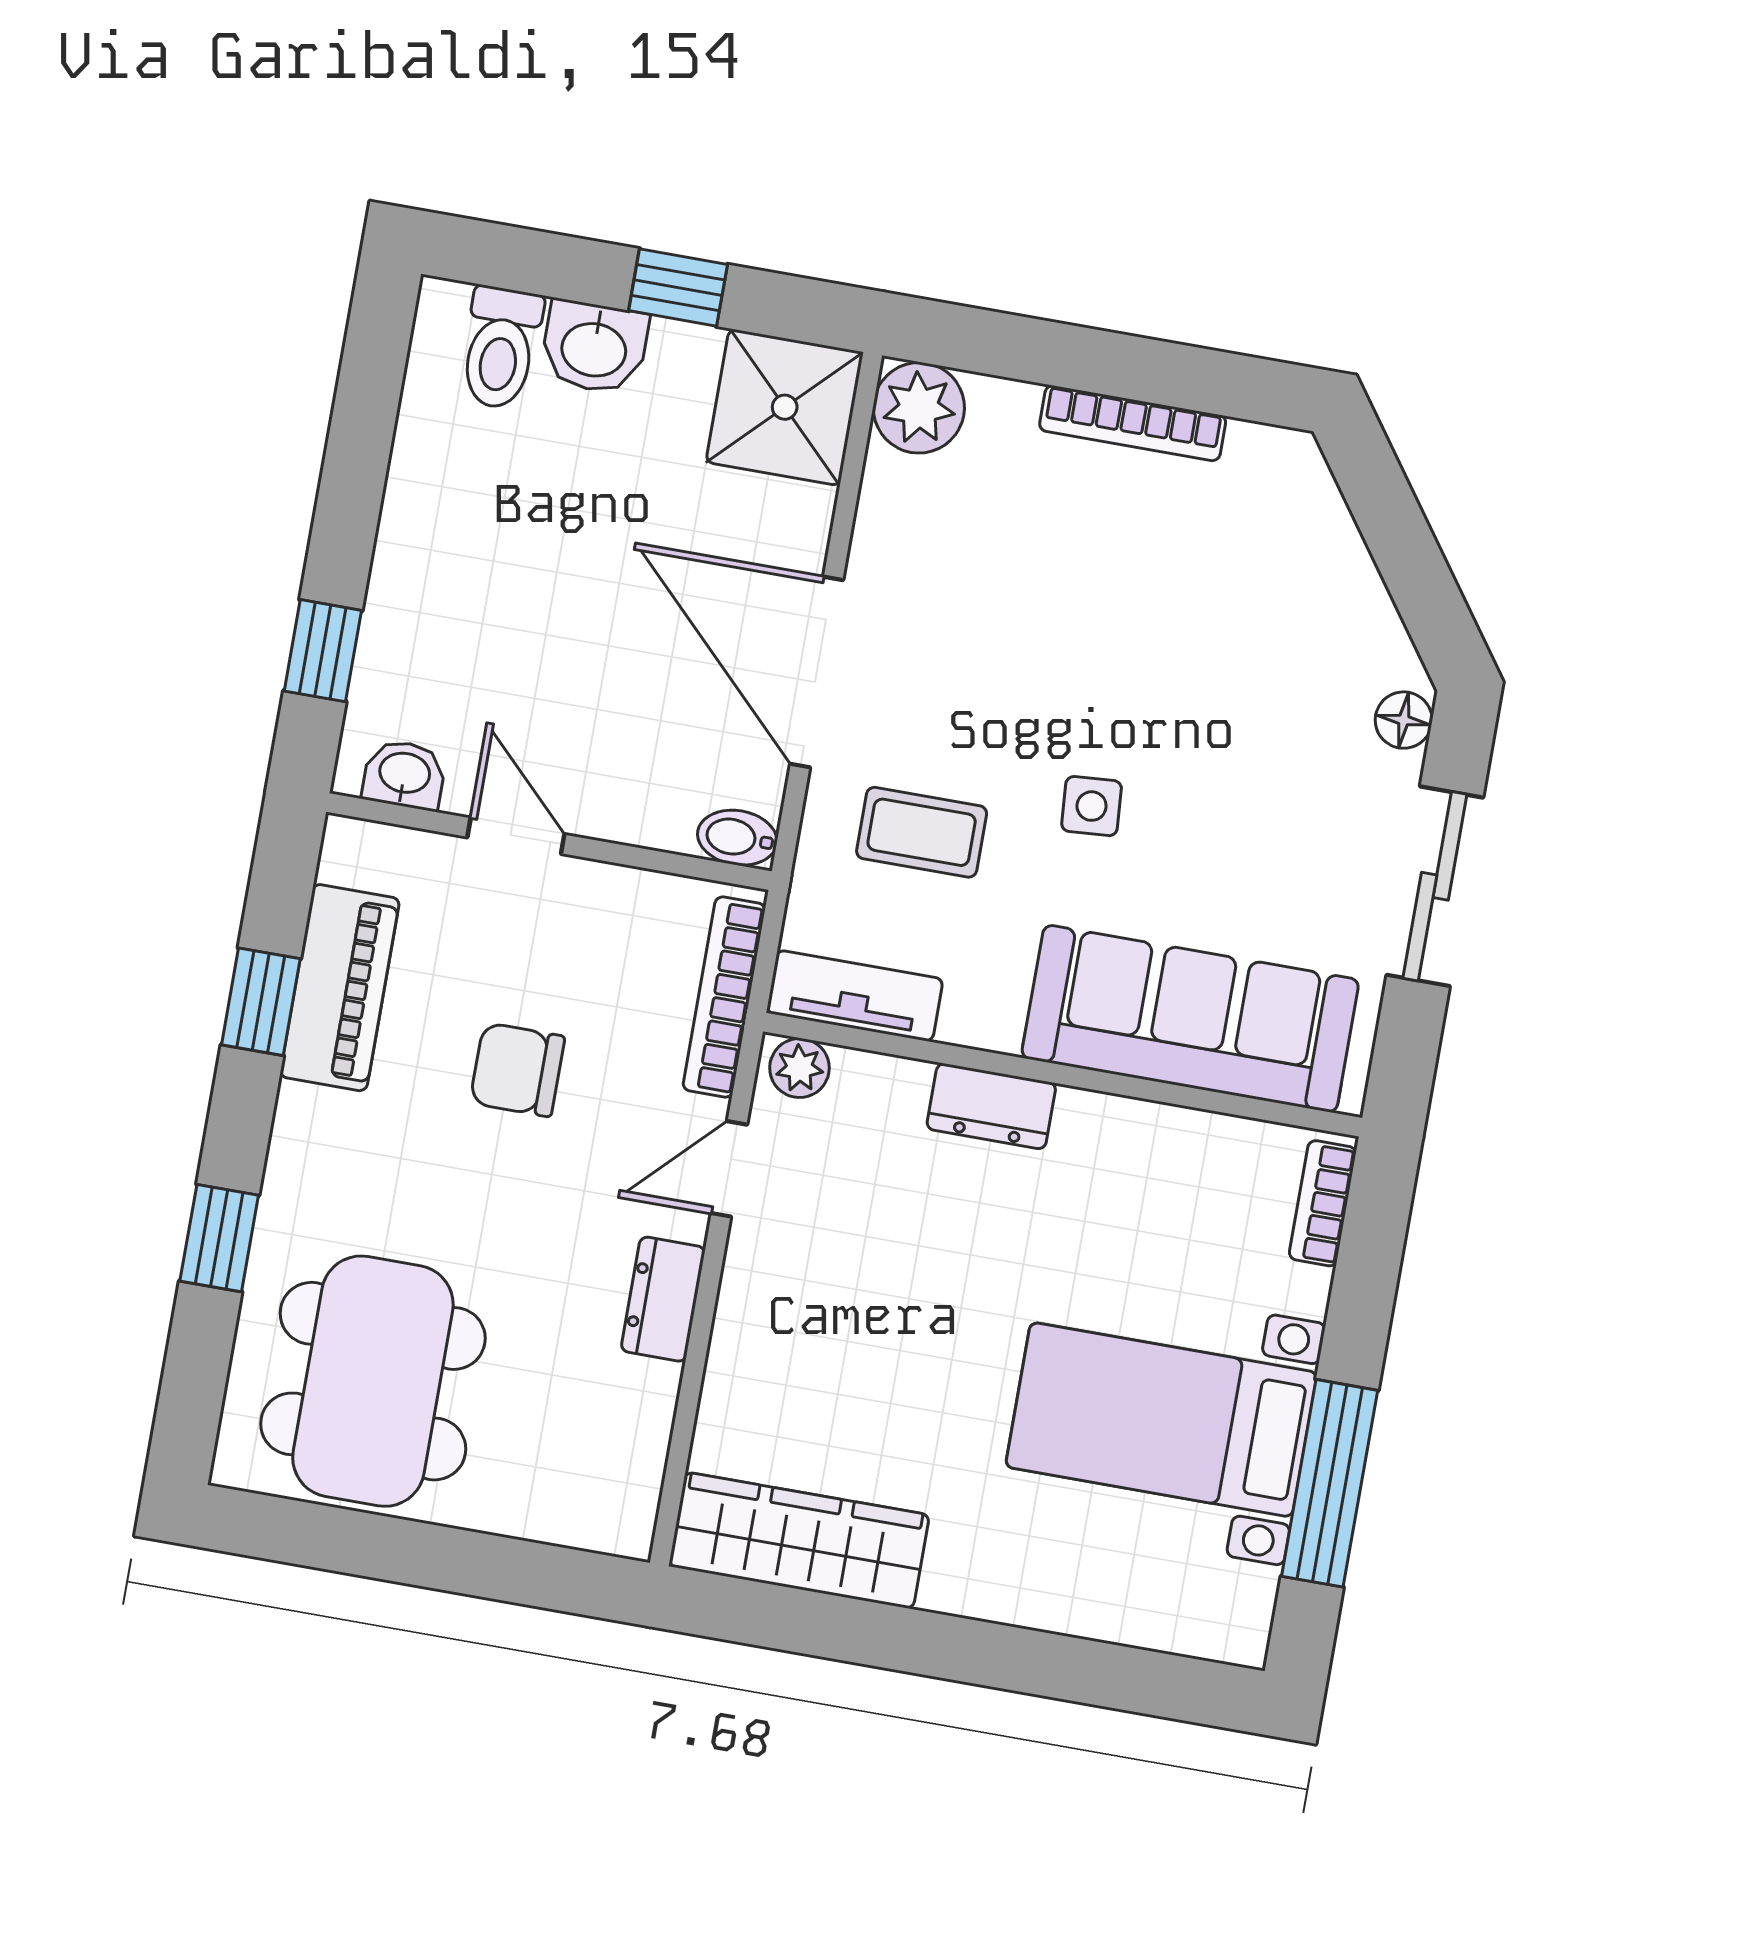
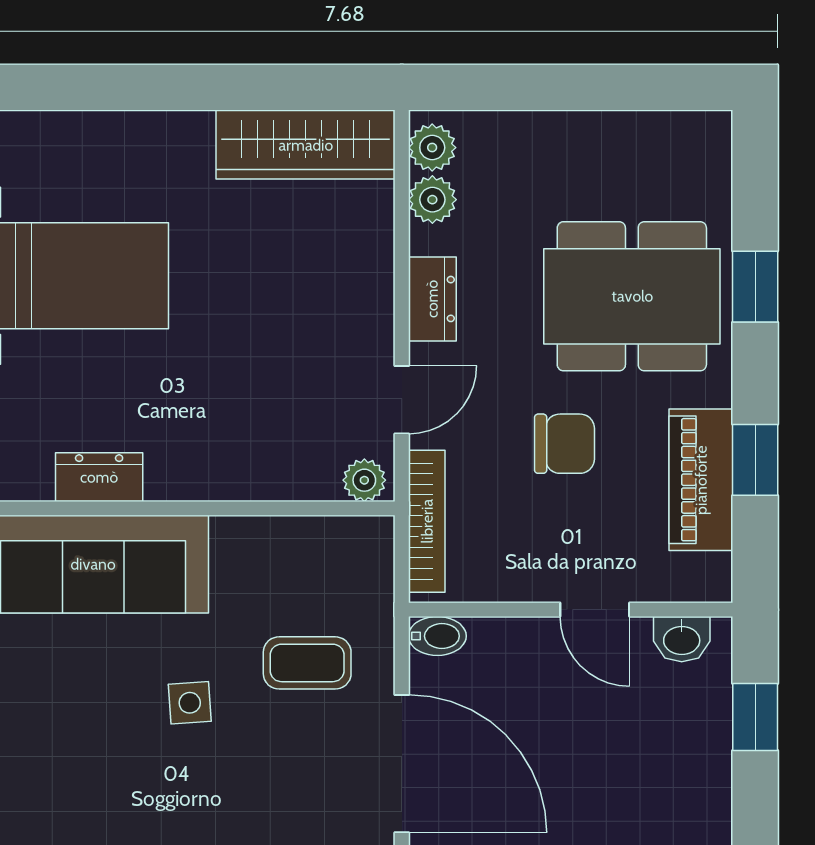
tv unit: (855, 996) -> (334, 538), removed
dresser: (991, 1106) -> (99, 477), moved
dining table: (373, 1381) -> (632, 296), moved, turned 90
plant: (639, 1435) -> (432, 200), added
plant: (627, 1506) -> (432, 148), added

